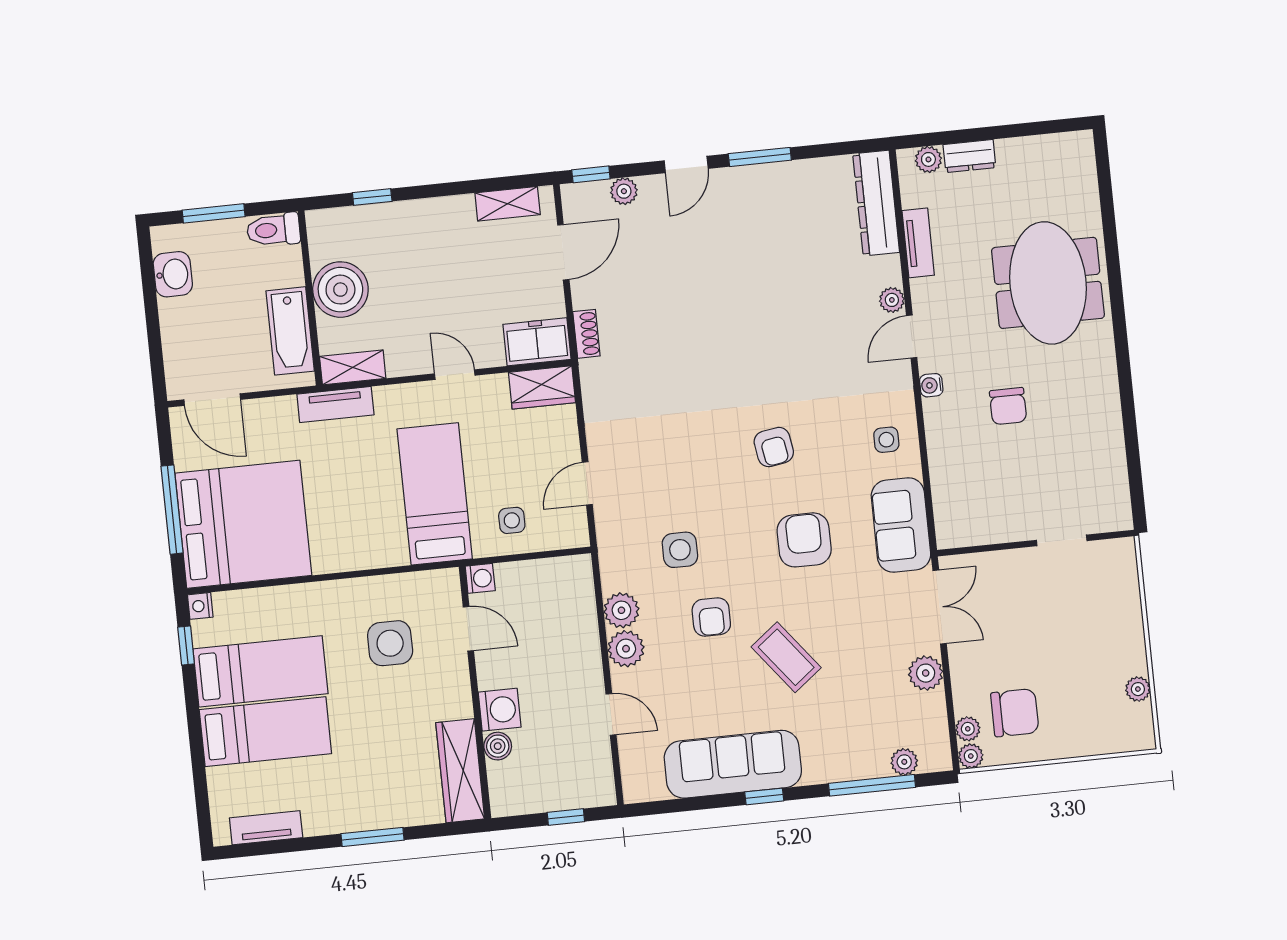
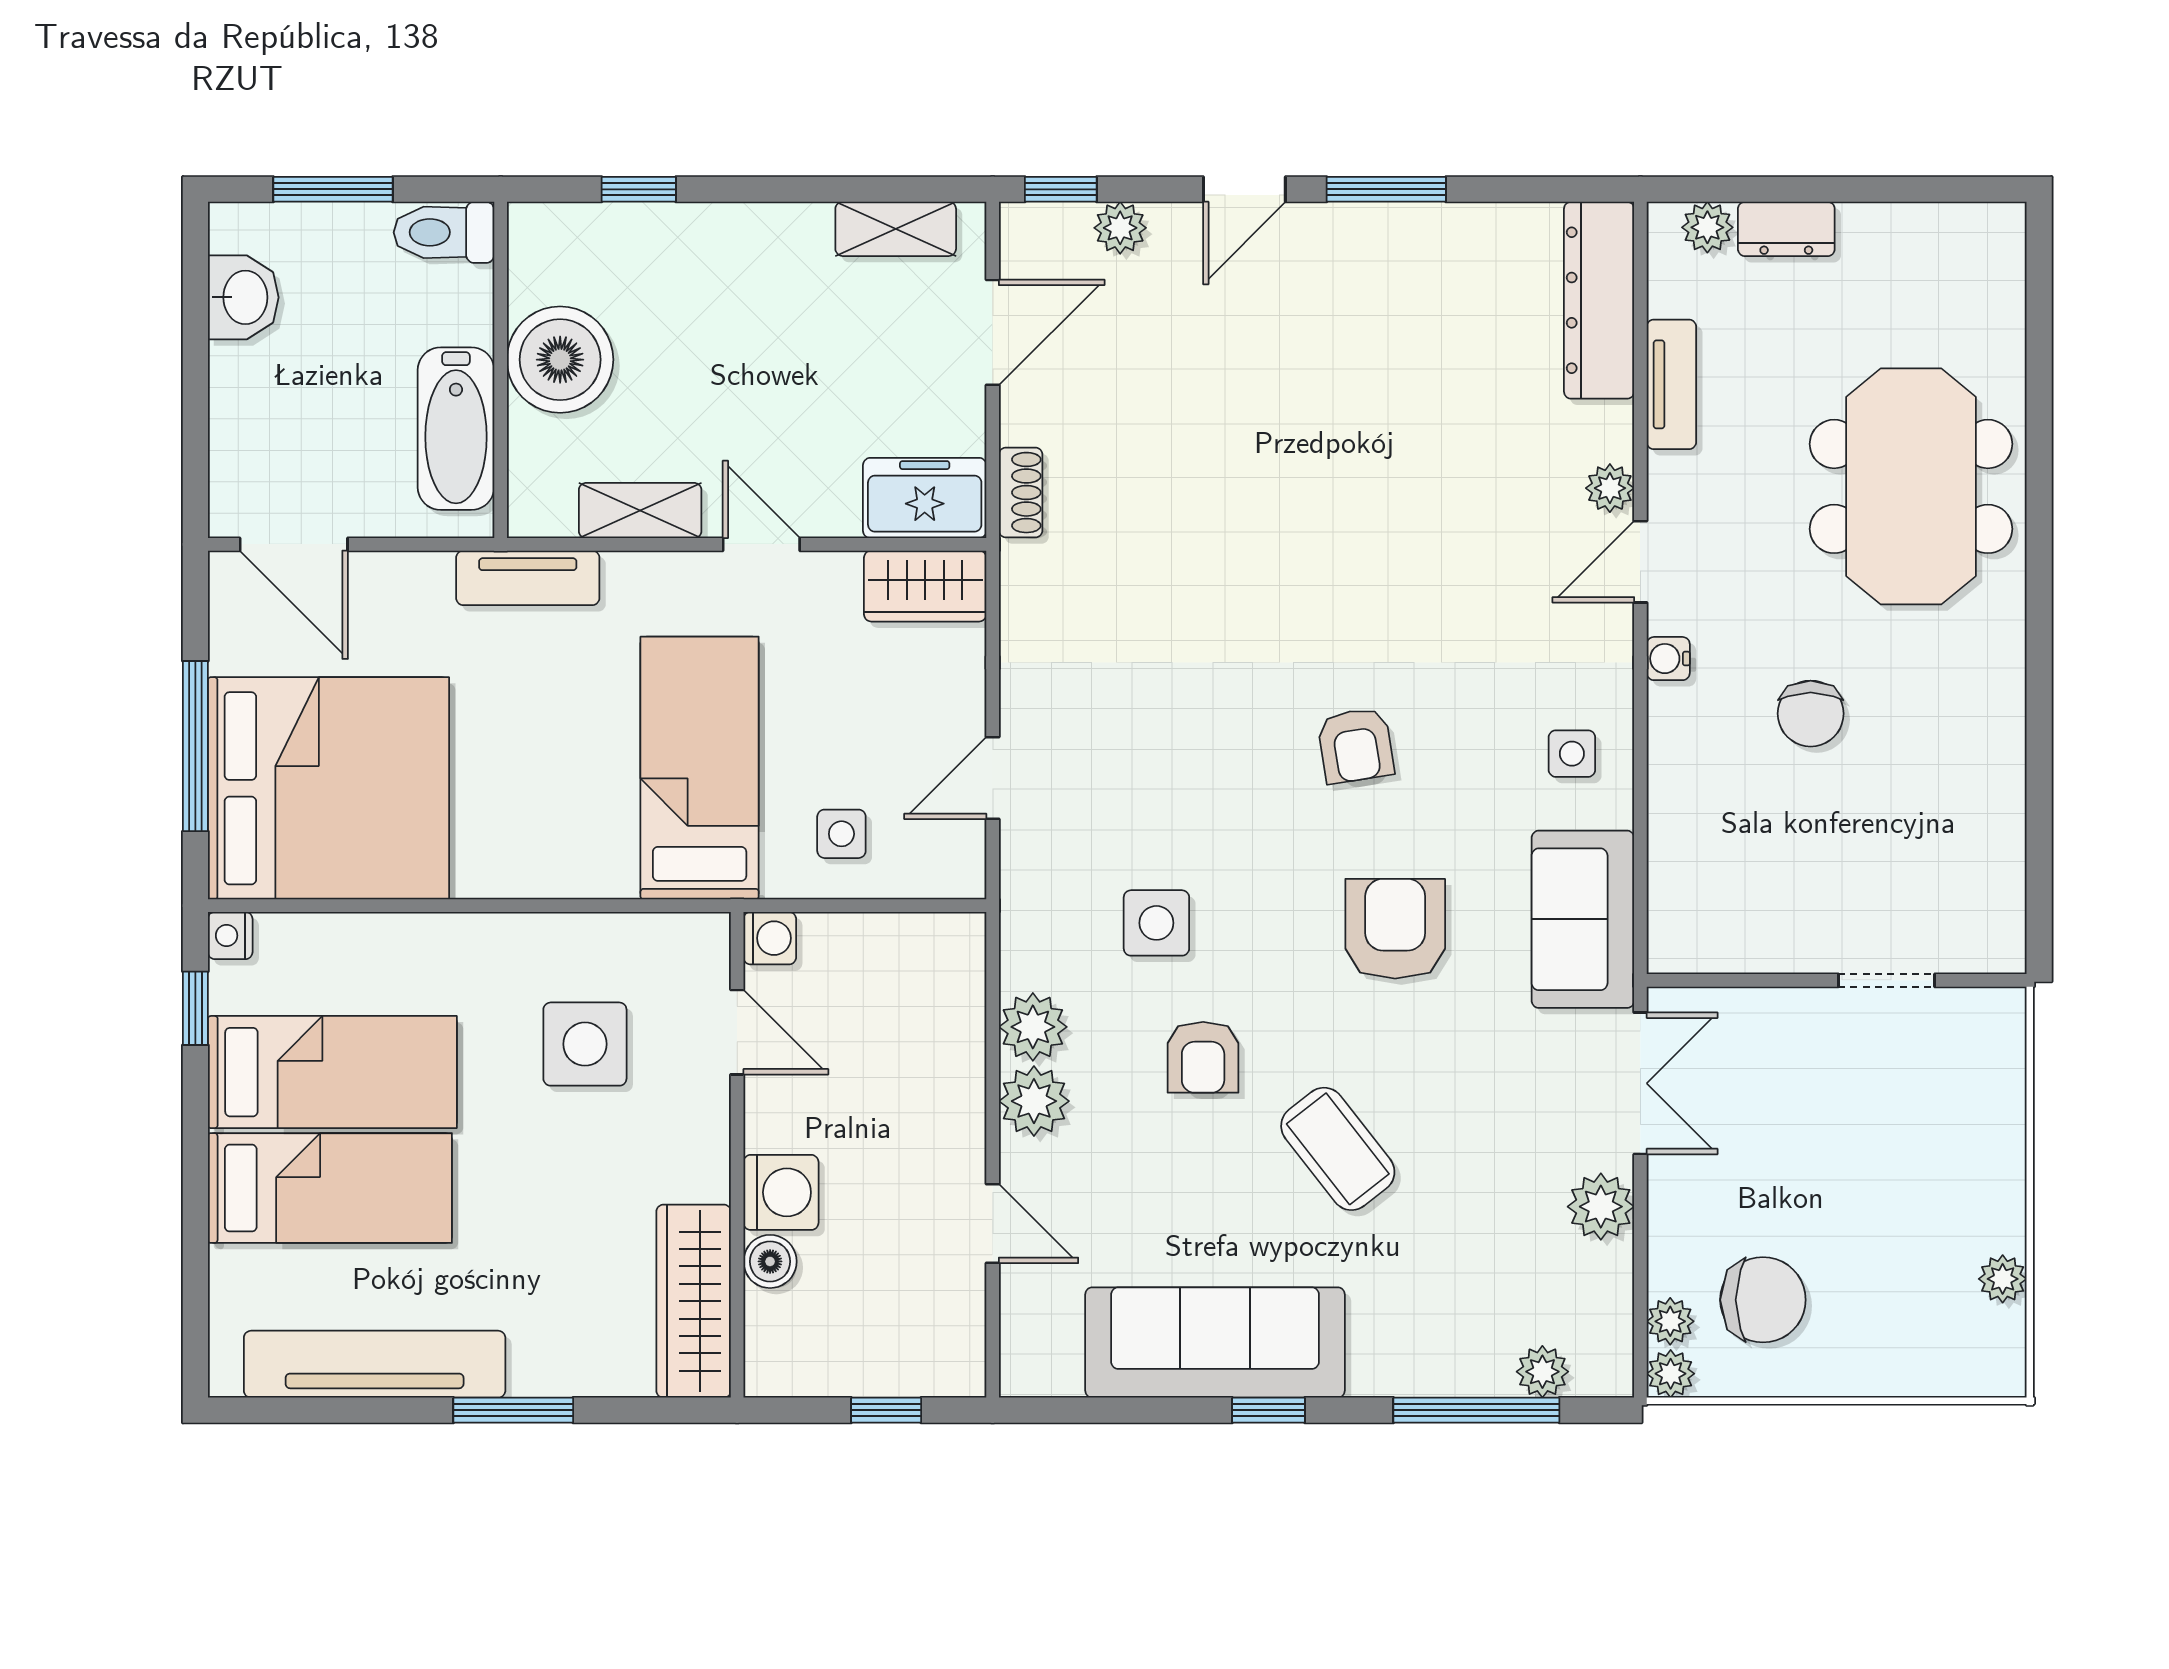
shelving: (353, 367) -> (640, 510), moved
tv unit: (266, 828) -> (375, 1364), width x1.92, depth x1.29

